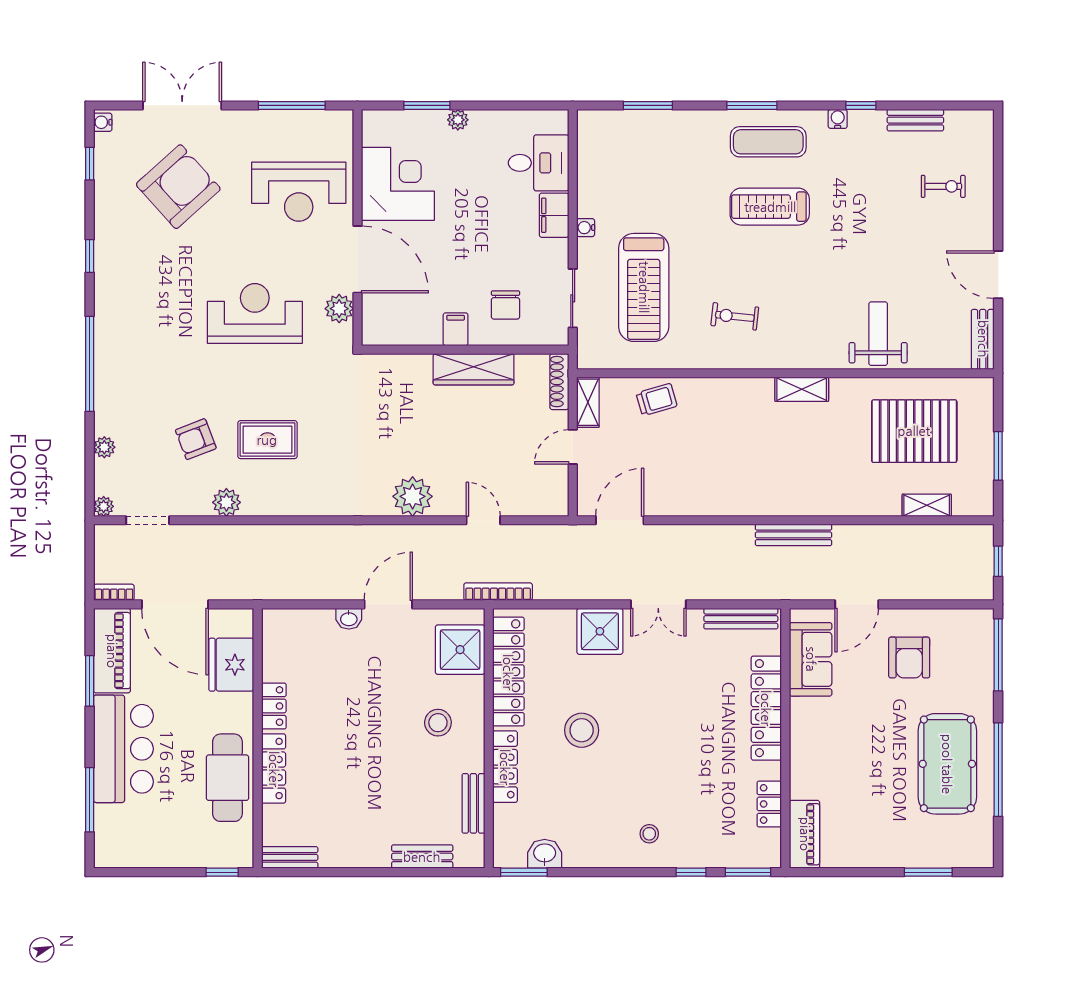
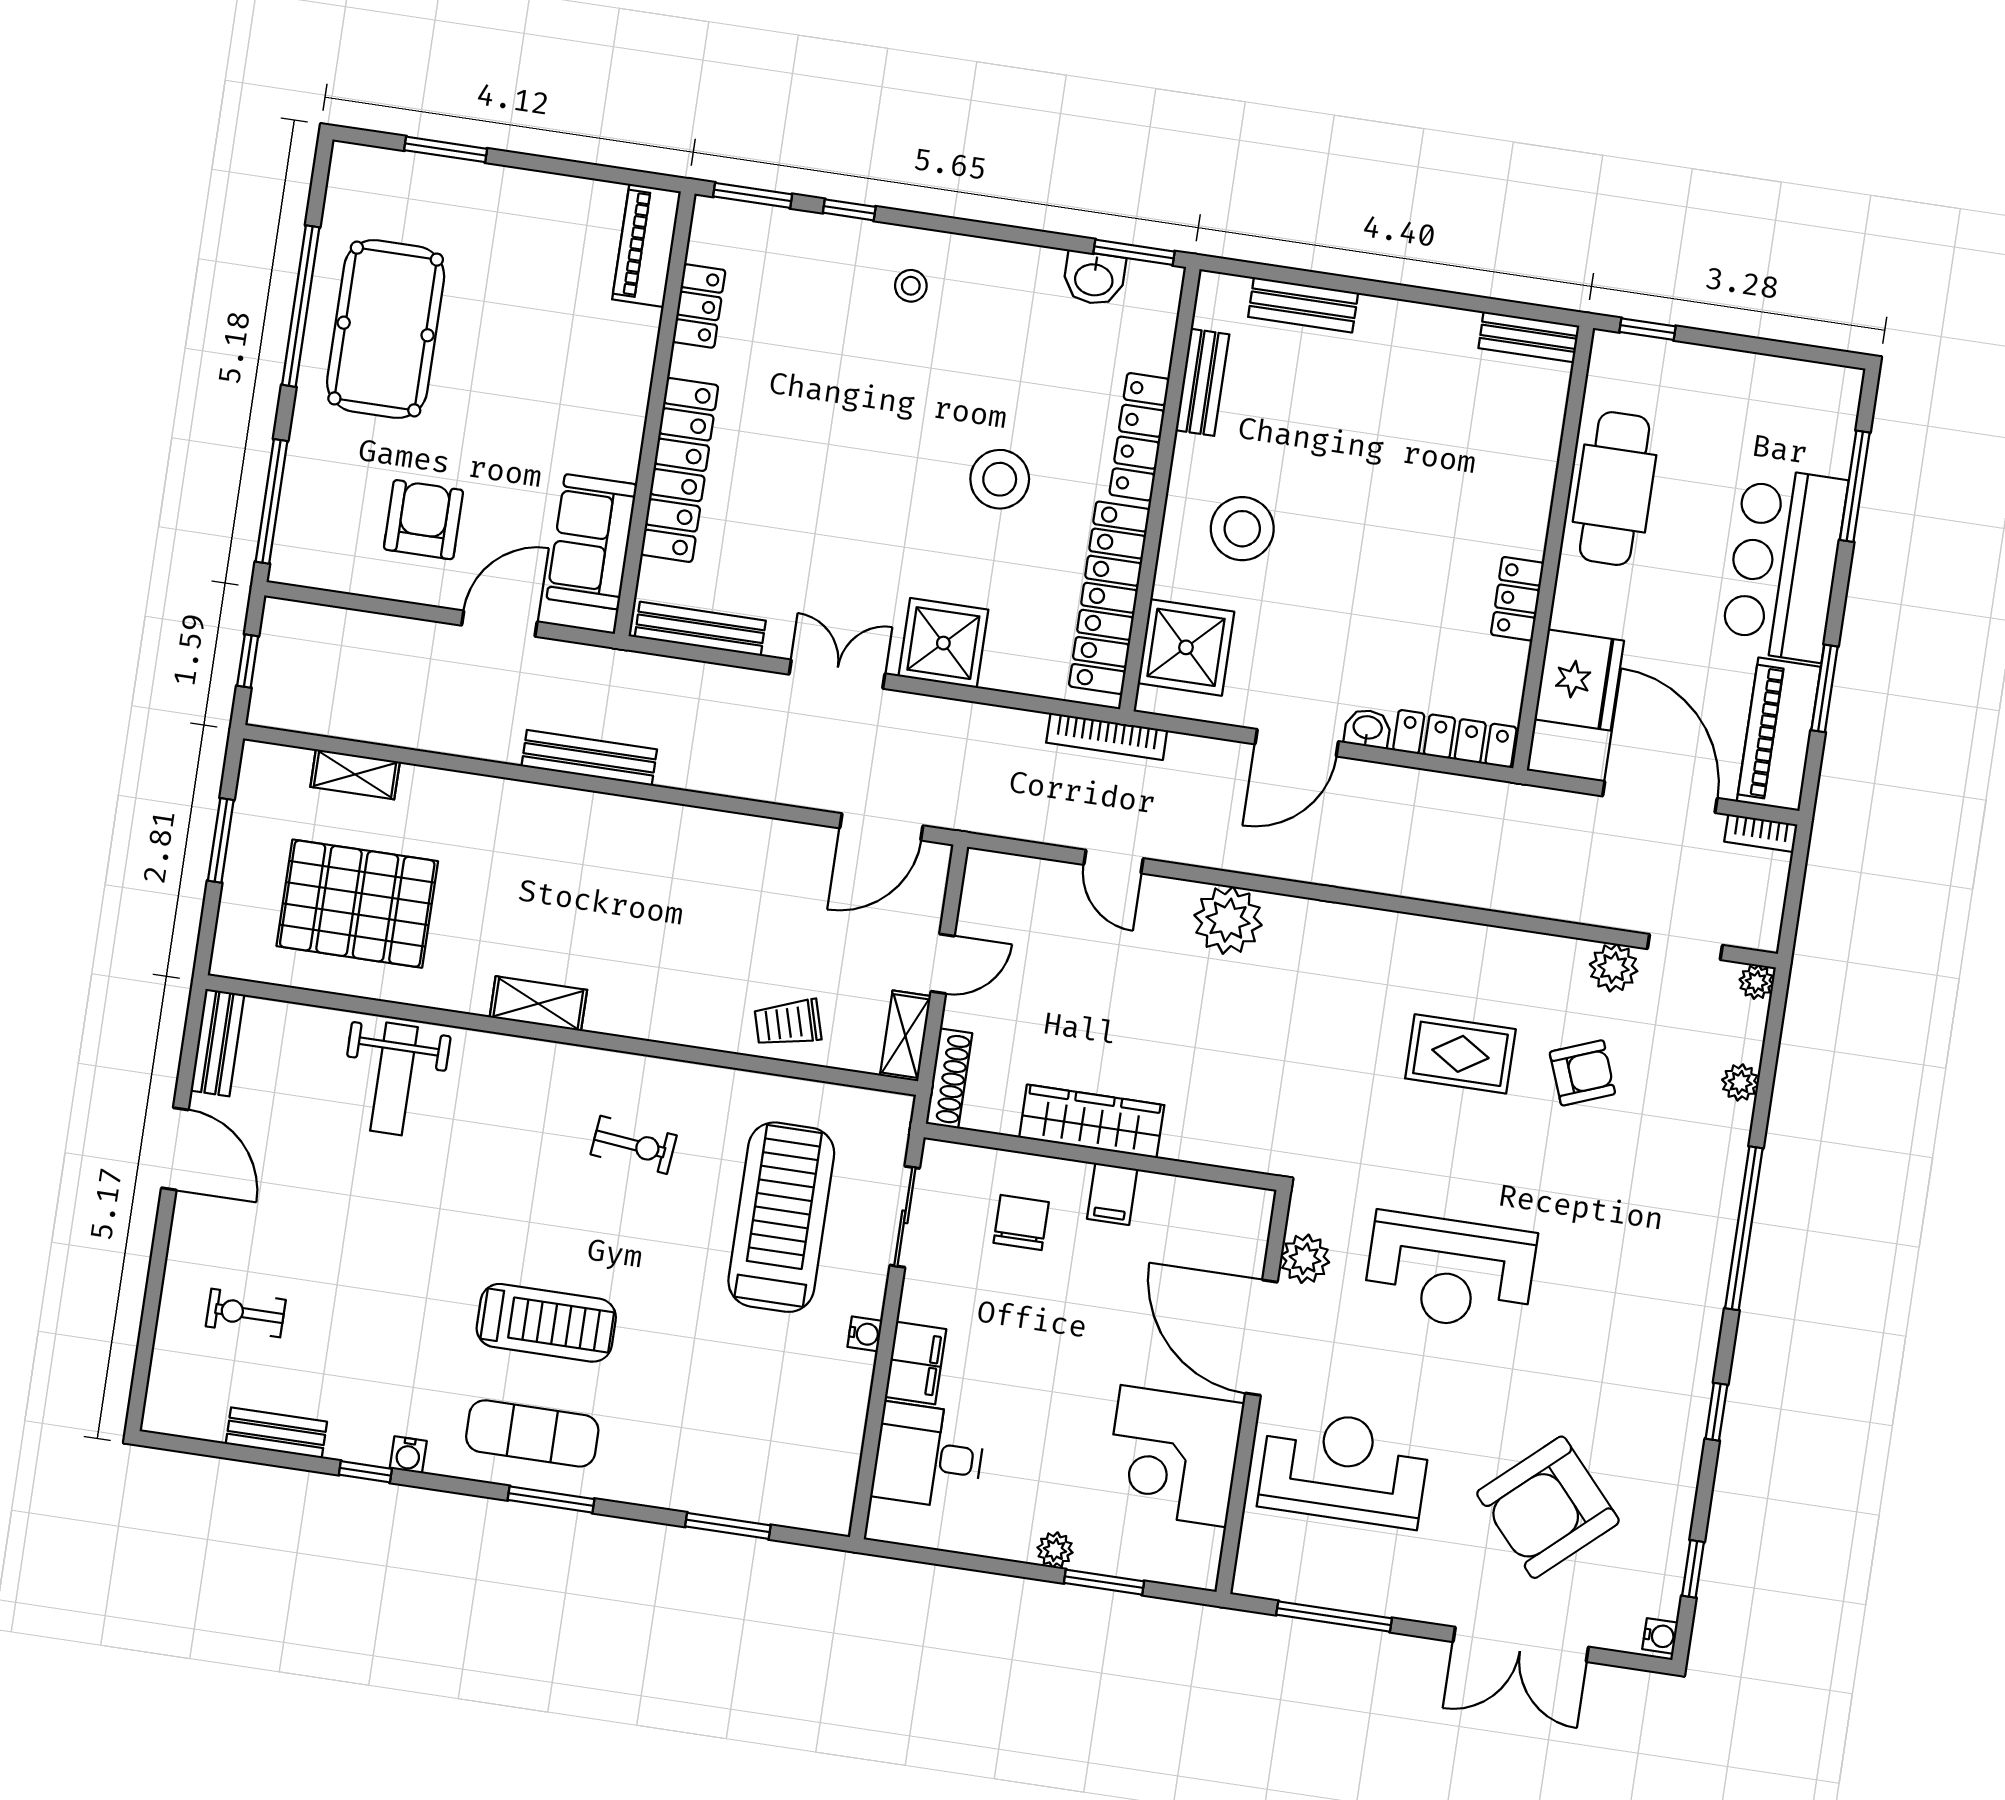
plant: (226, 502) -> (1614, 968), moved
stool: (438, 723) -> (1242, 529), width x1.38, depth x1.38
locker: (274, 769) -> (1455, 739), moved, turned 90

